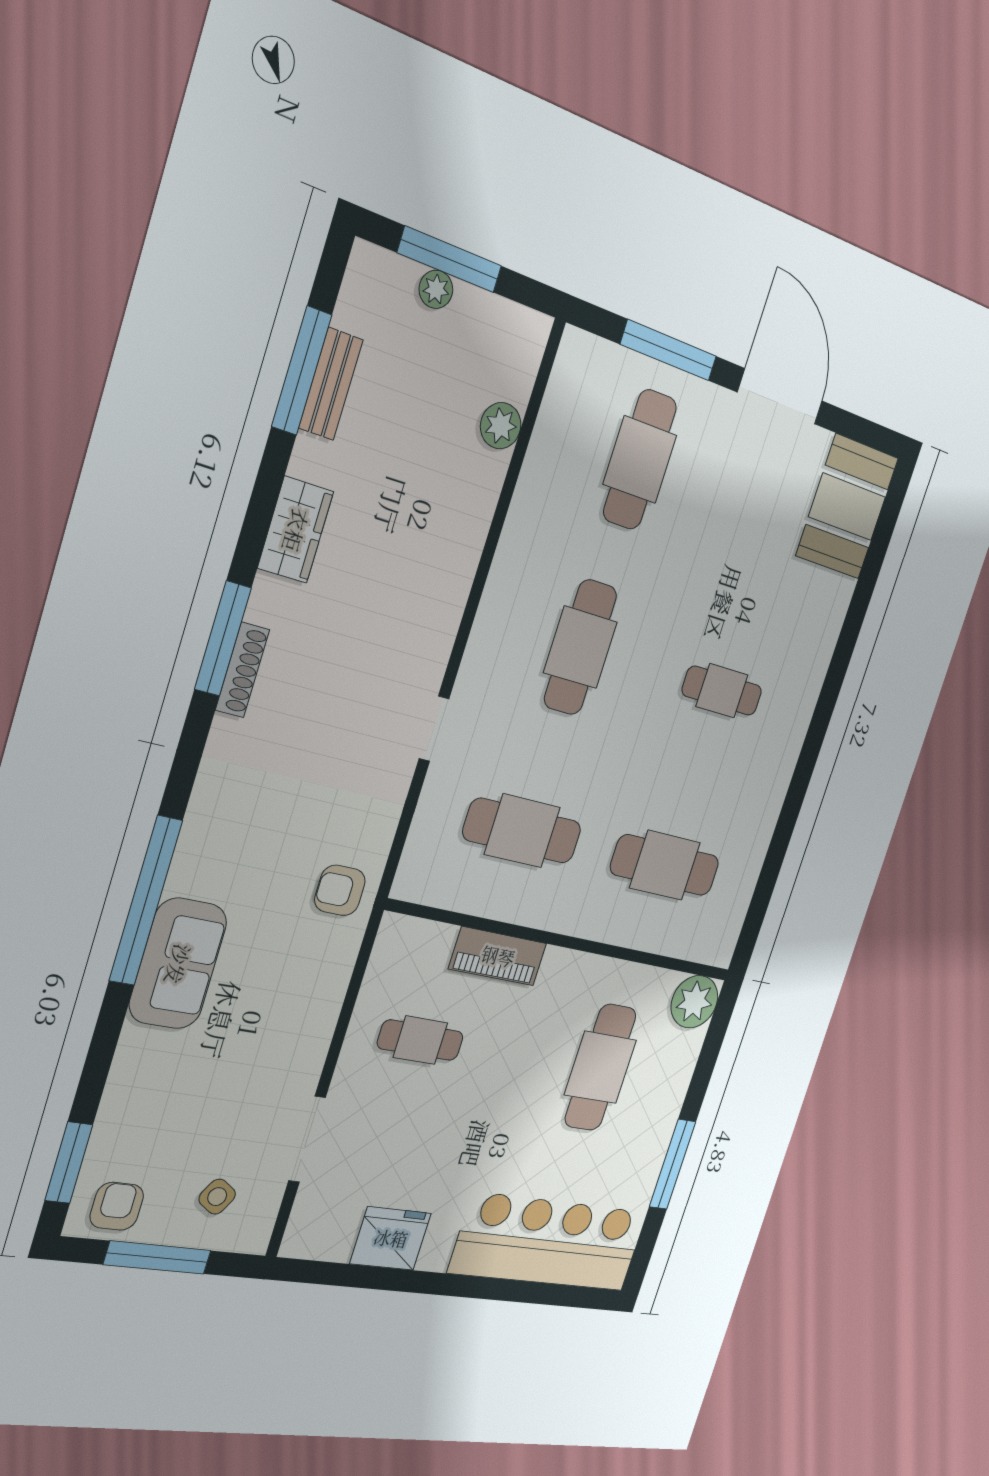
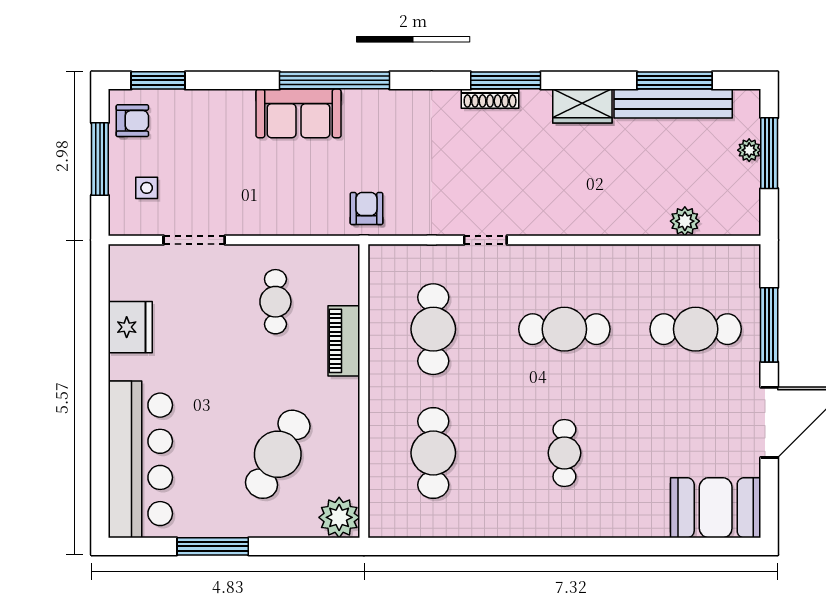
bench: (331, 384) -> (673, 104), width x1.86, depth x1.21
cafe table: (600, 1067) -> (278, 454), turned -61
side table: (217, 1197) -> (147, 188), turned -32

